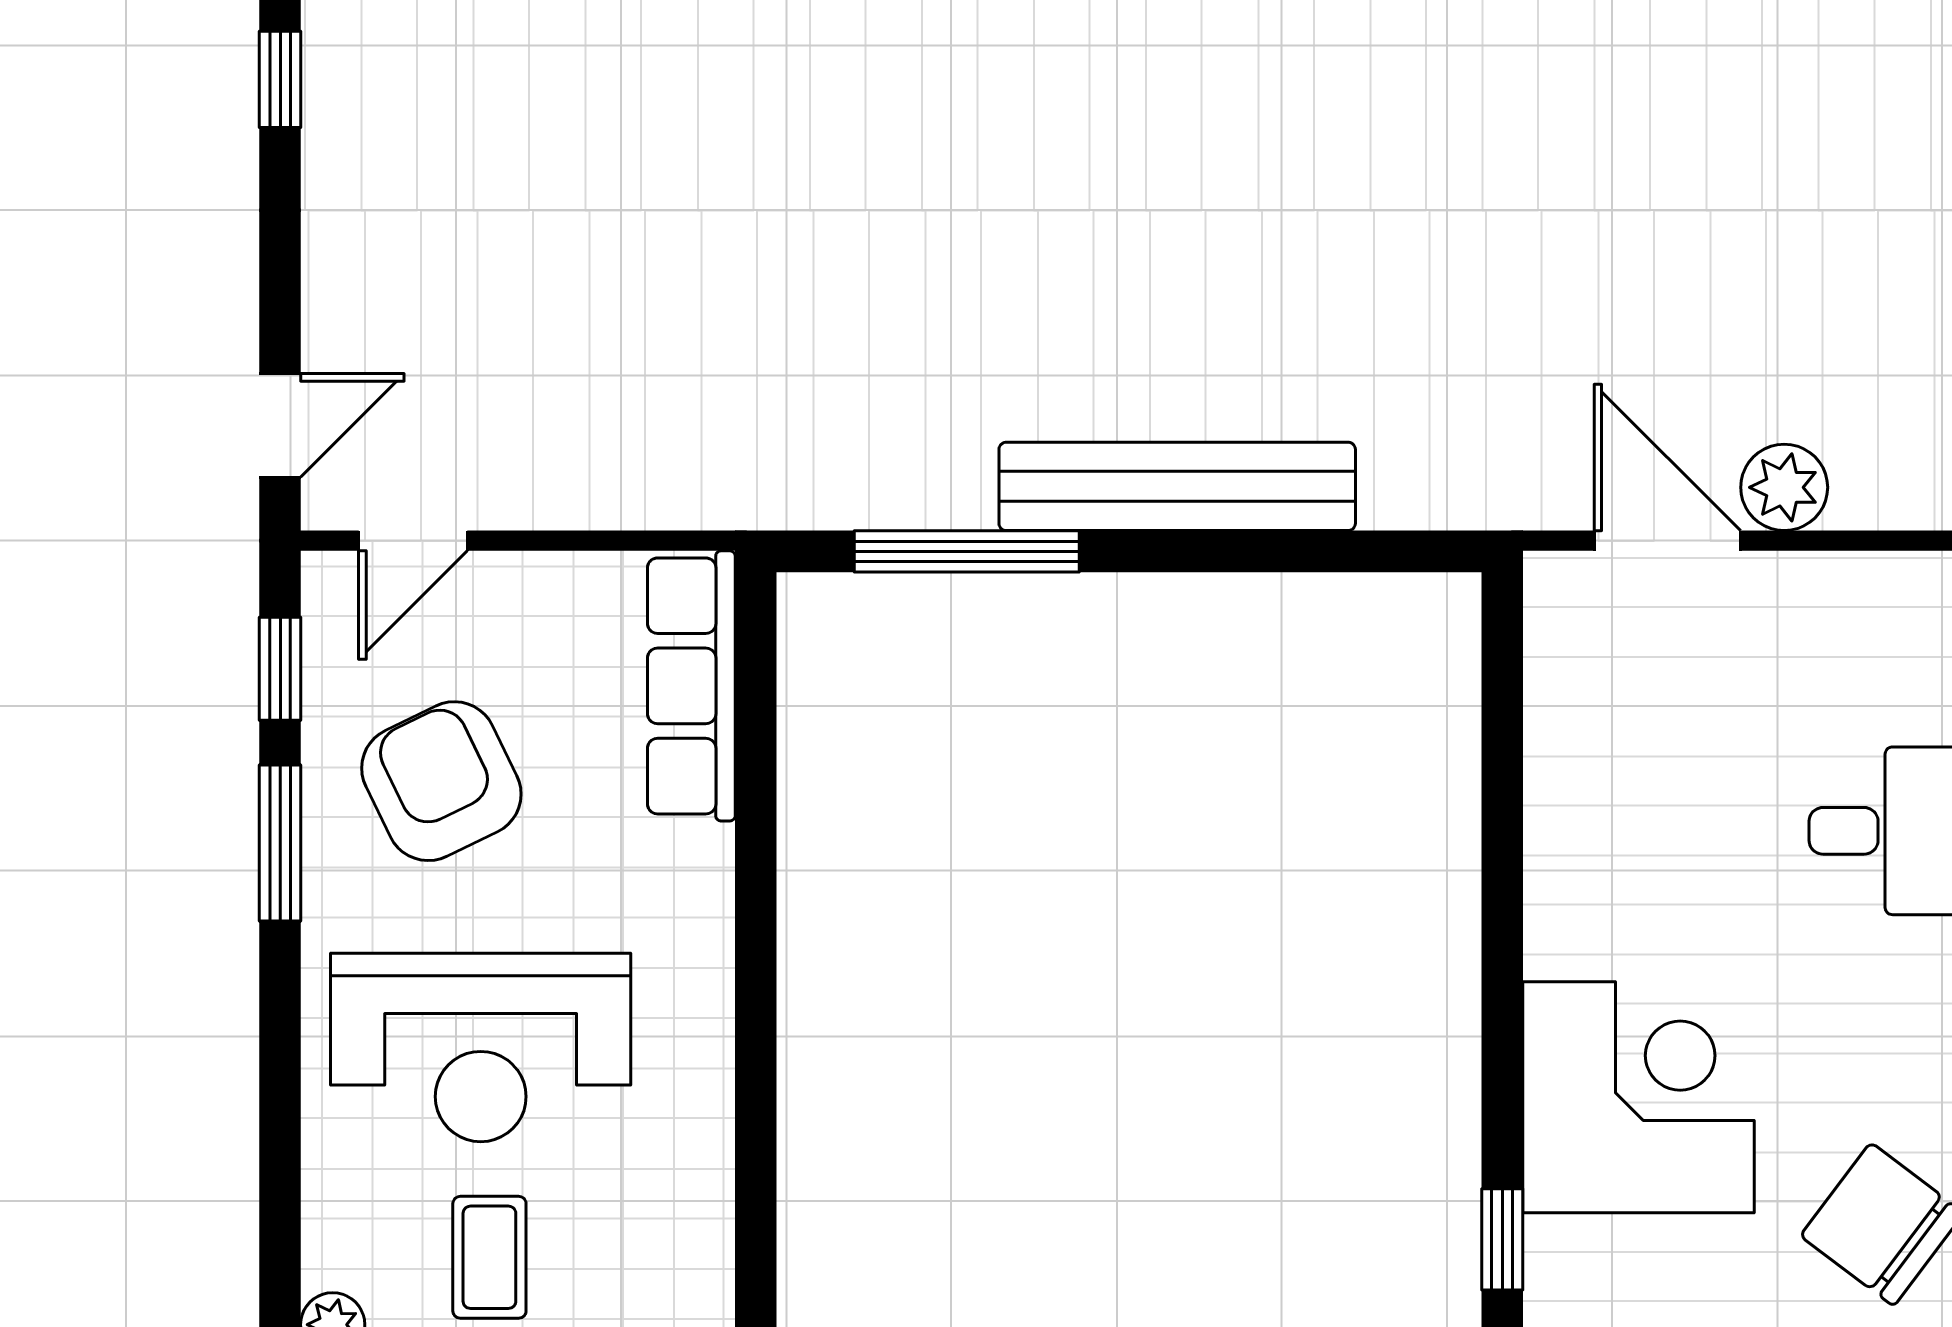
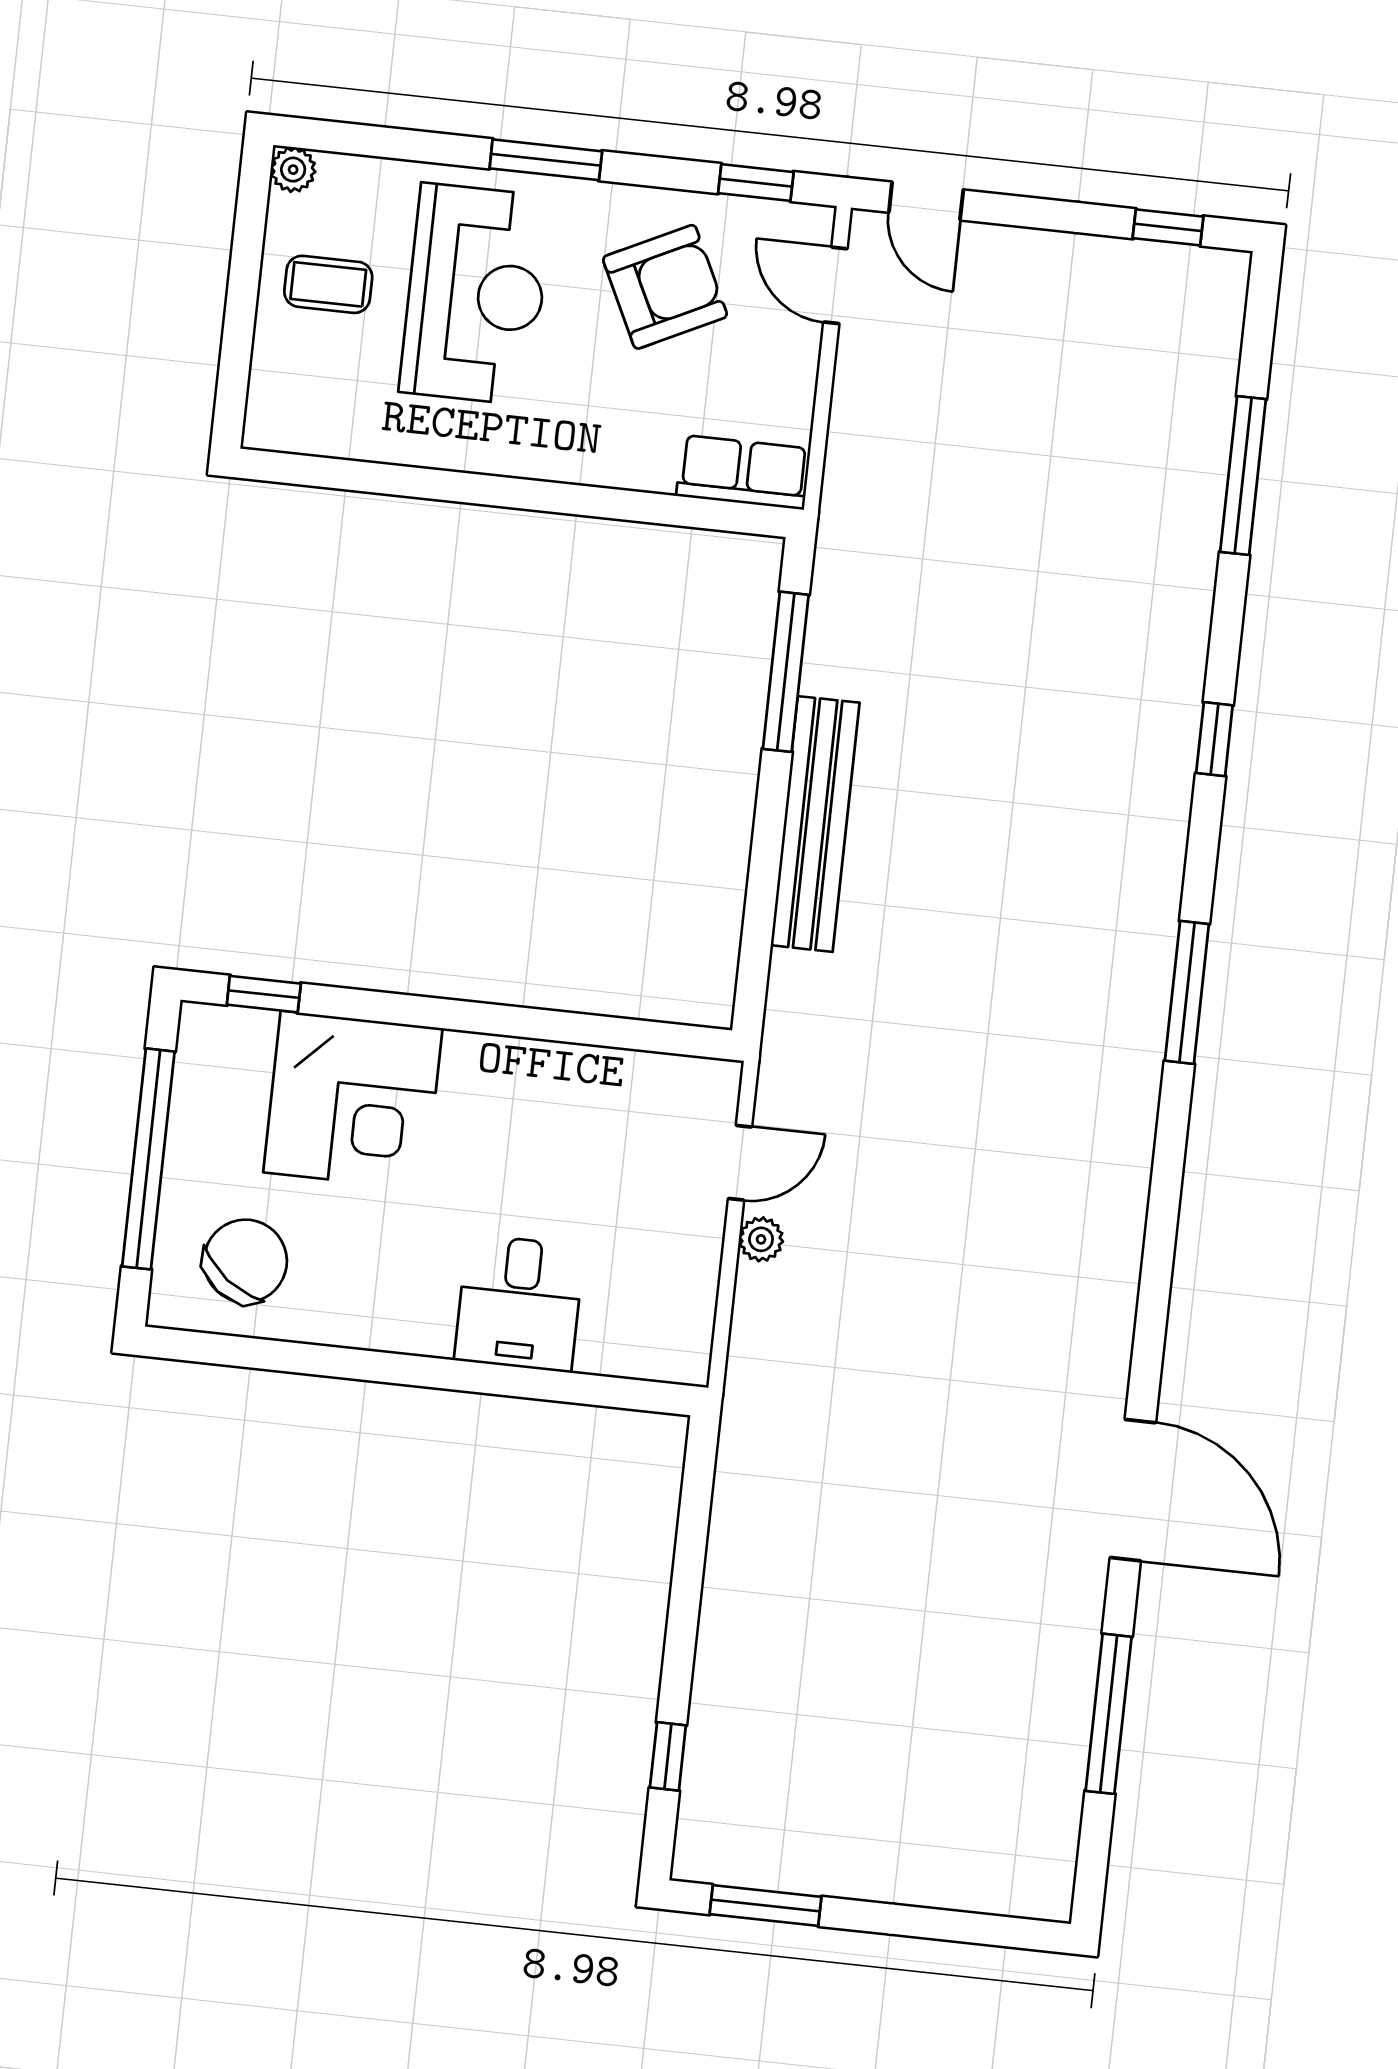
plant: (1784, 487) -> (761, 1239), width x0.73, depth x0.73
door: (1667, 541) -> (740, 1163), width x0.73
row of seats: (691, 686) -> (743, 472), width x0.68
window: (280, 843) -> (546, 160), moved
reception desk: (481, 1048) -> (476, 294), turned 180

